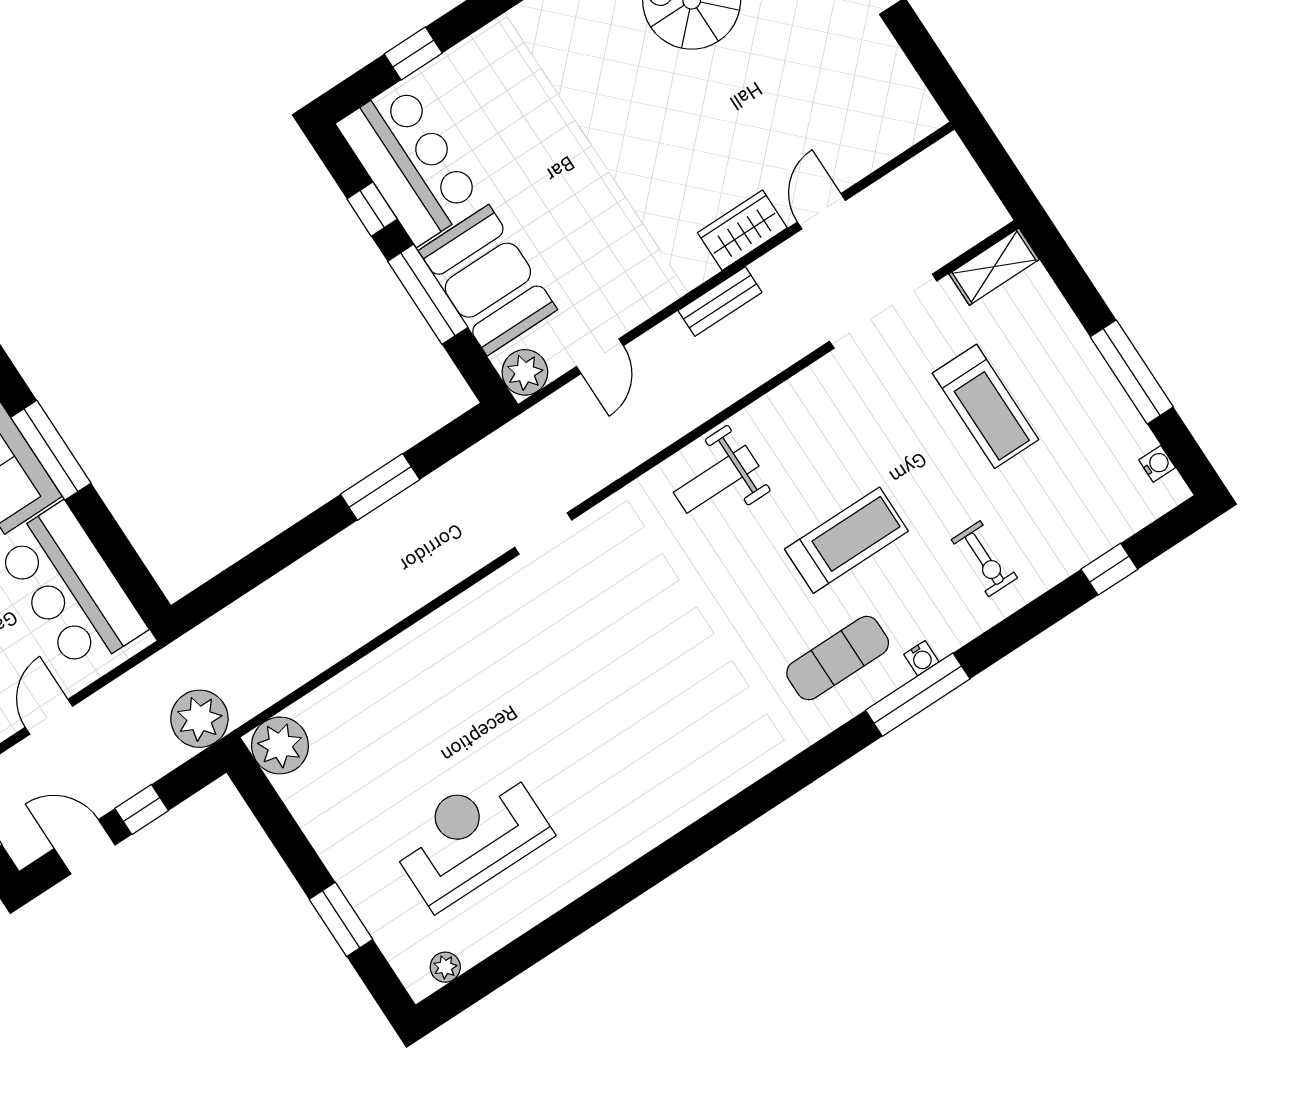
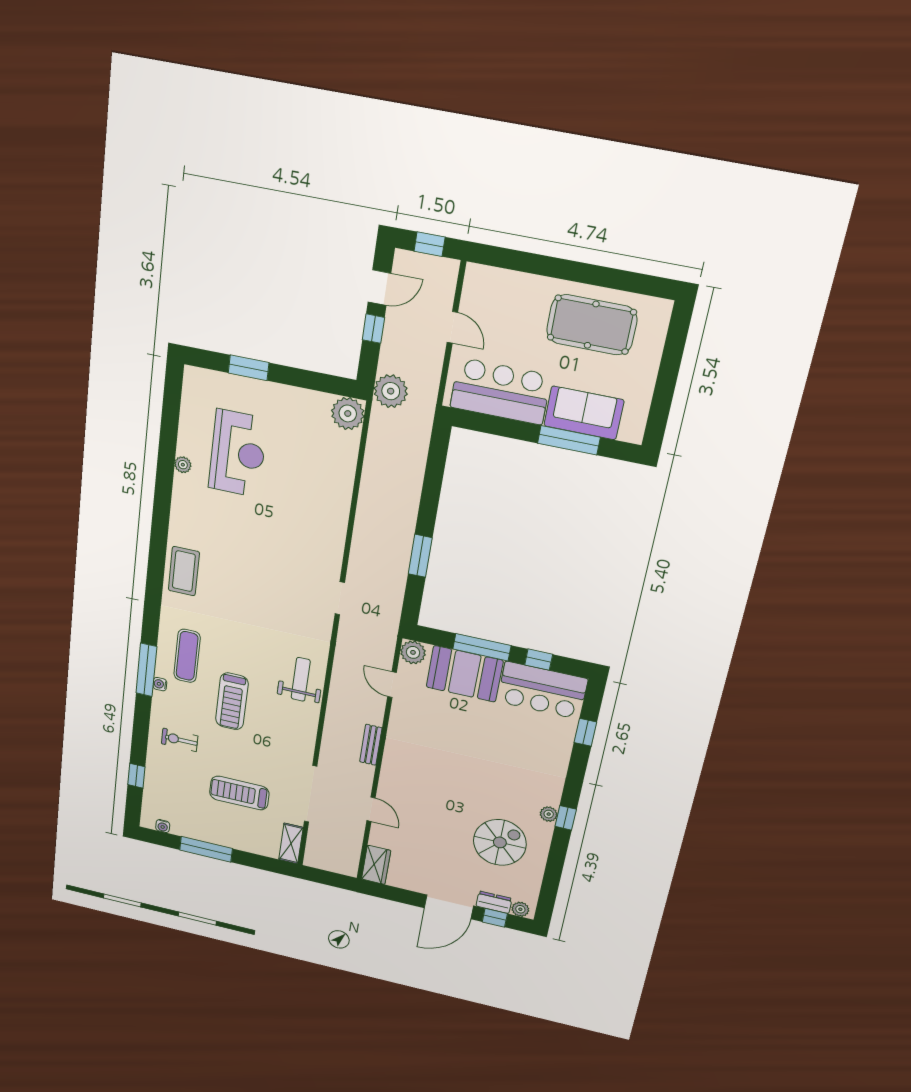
wardrobe: (742, 230) -> (376, 865), moved
coffee table: (711, 768) -> (184, 571), added
plant: (445, 967) -> (183, 465), moved

